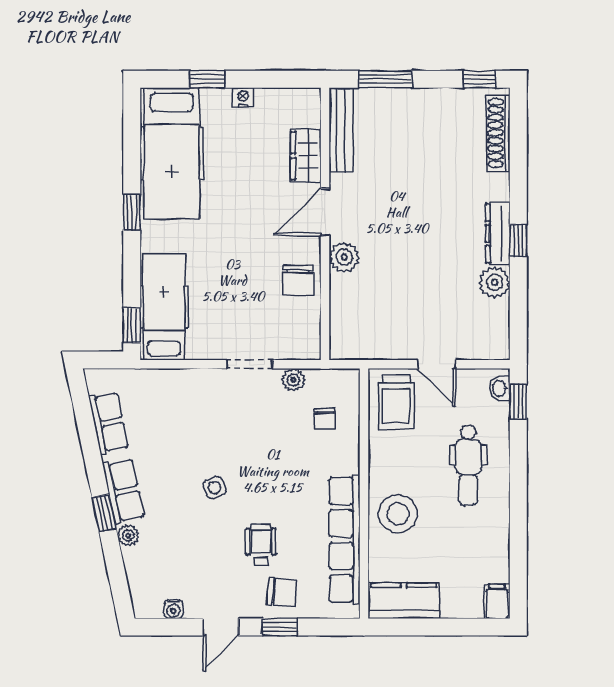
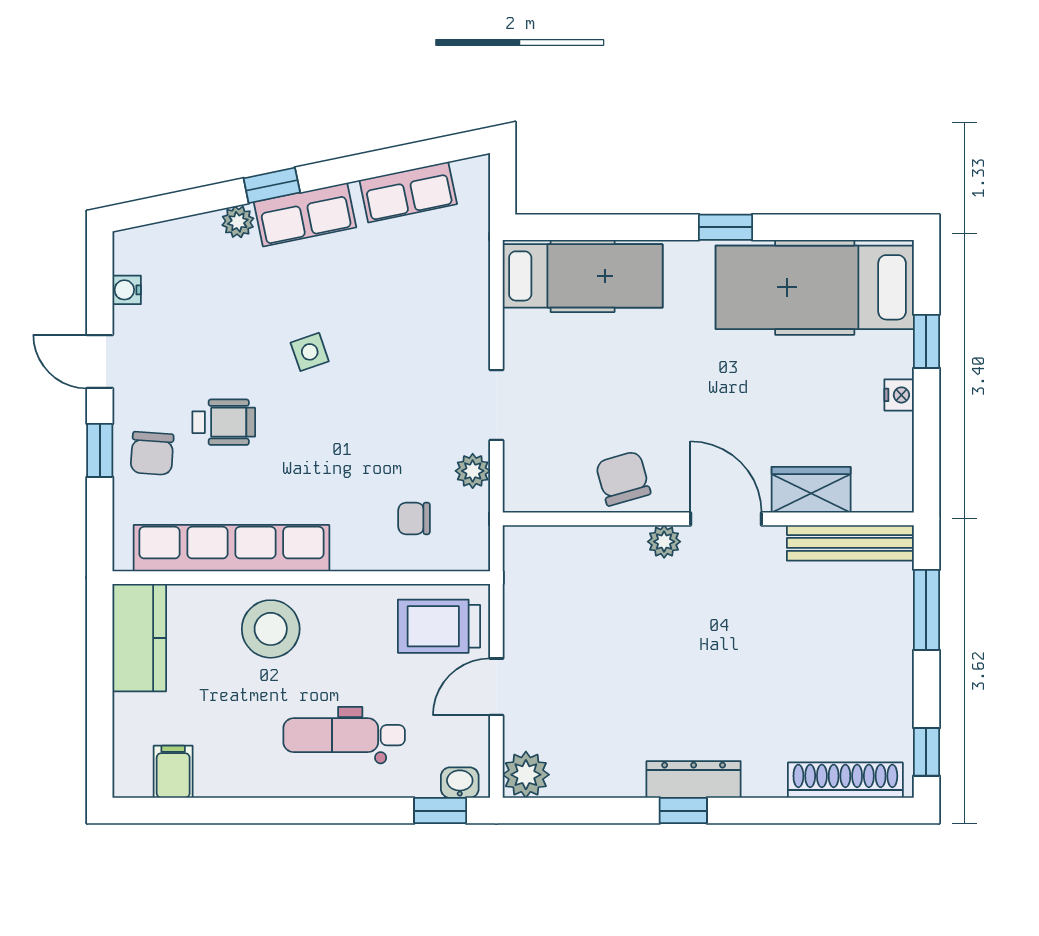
plant: (344, 257) -> (664, 542), width x0.73, depth x0.73
chair: (298, 280) -> (623, 478), turned 74
plant: (495, 282) -> (526, 775), moved
window: (132, 325) -> (555, 227), removed
filing cabinet: (497, 601) -> (173, 772), moved, turned -90

